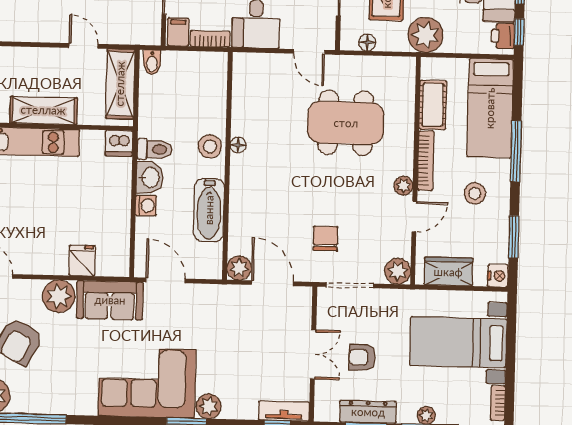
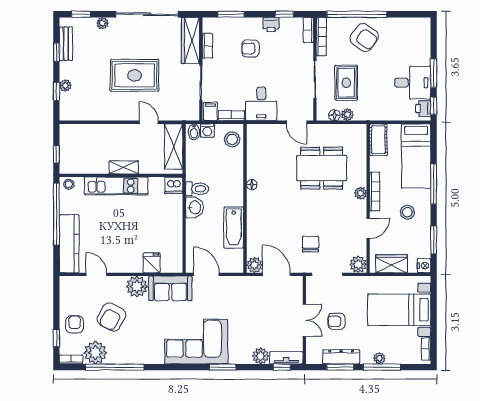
plant: (426, 35) -> (347, 115), moved, width x0.53, depth x0.53
cot: (433, 105) -> (378, 140), moved
shelving: (43, 110) -> (124, 167), width x0.67, depth x0.75
stool: (210, 146) -> (232, 139), moved
plant: (403, 186) -> (361, 193), moved
washing machine: (146, 206) -> (207, 130), moved, turned 90
plant: (209, 406) -> (260, 356), moved

